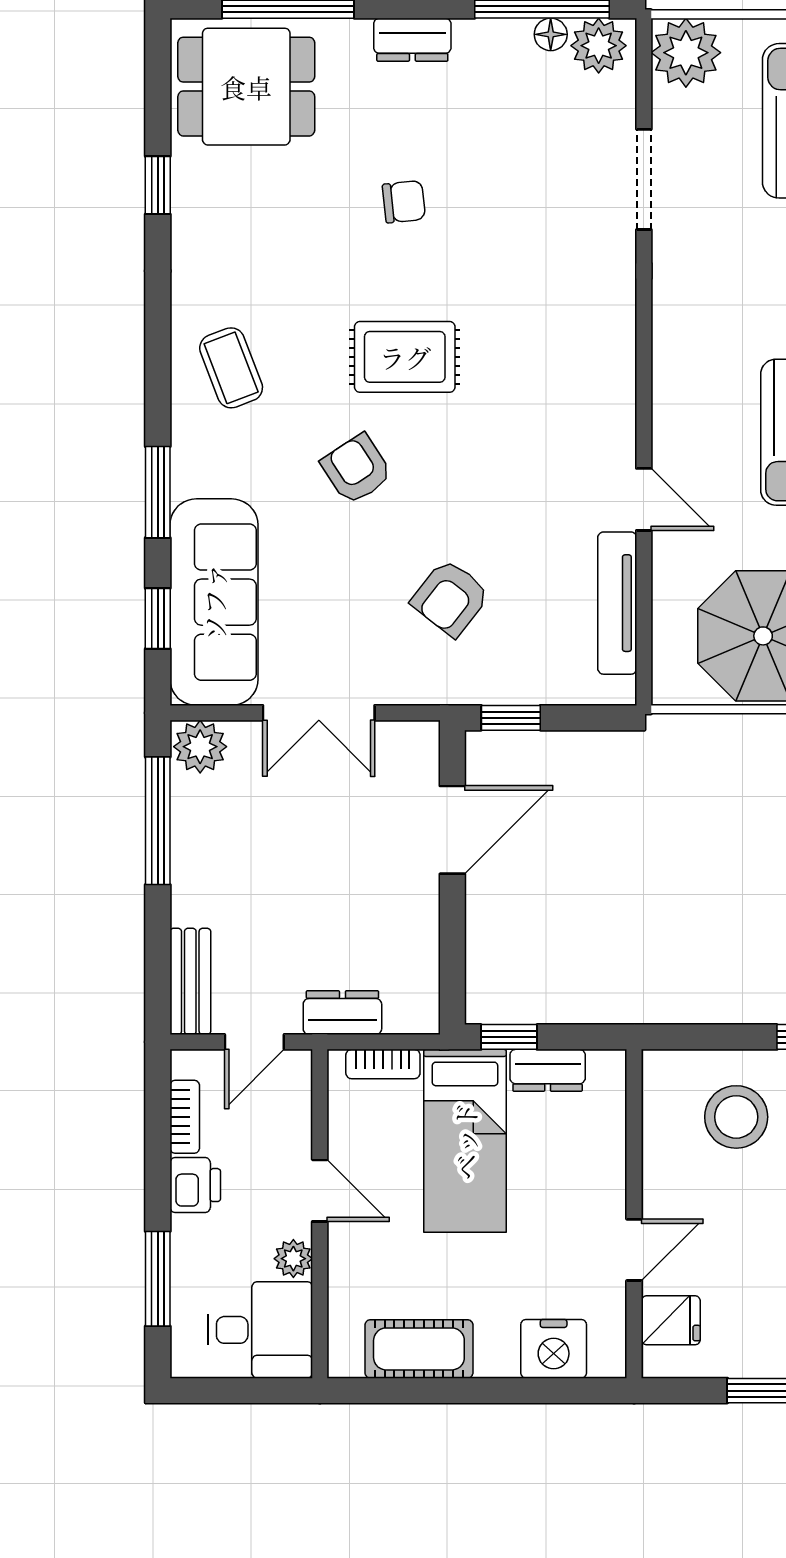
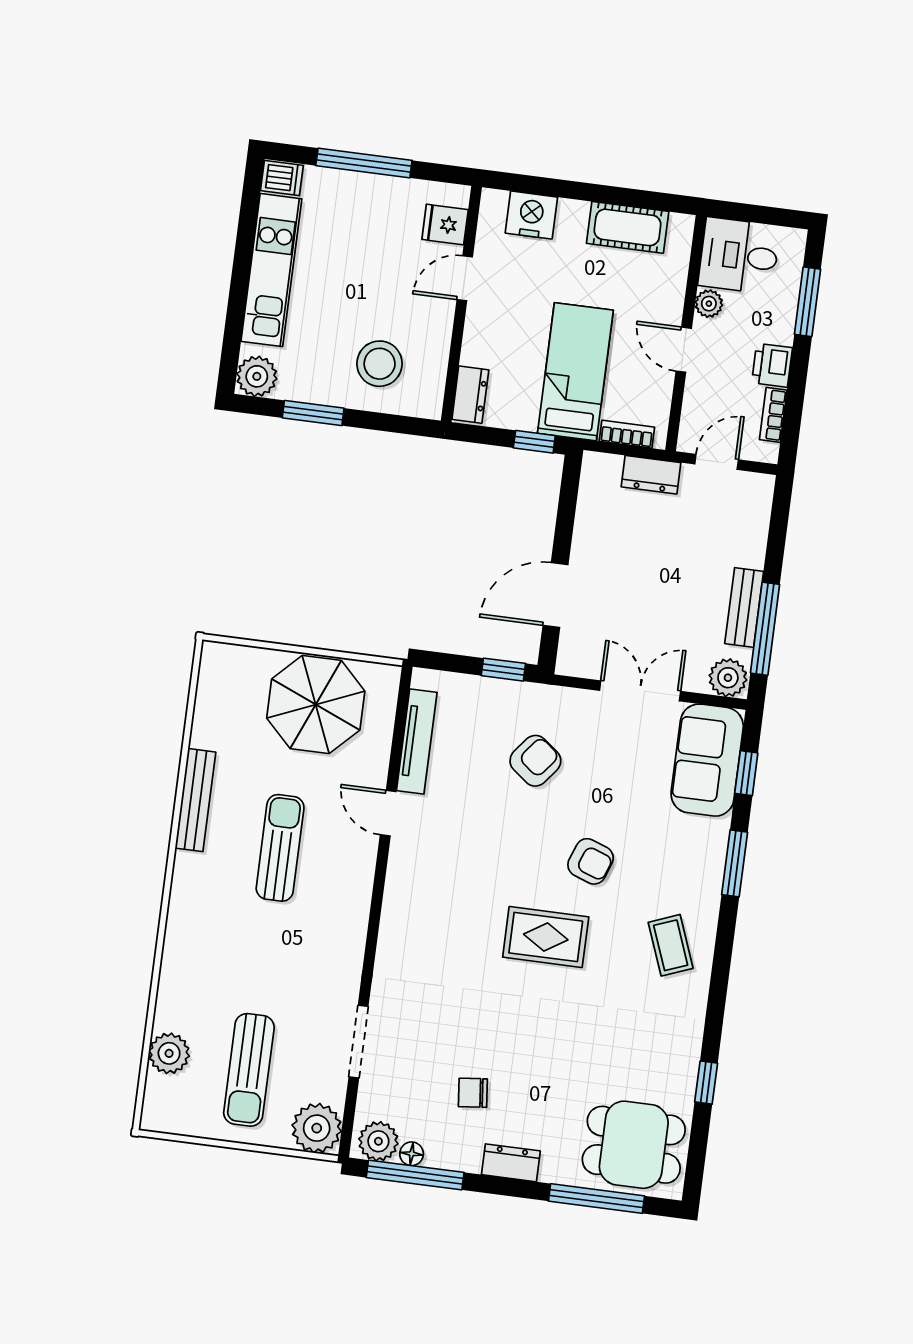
chair: (404, 202) -> (473, 1093), moved
armchair: (356, 469) -> (591, 861), turned -37
sofa: (214, 602) -> (707, 760), width x0.73
bench: (190, 981) -> (744, 607), moved
dresser: (548, 1070) -> (470, 395), moved, turned 90

